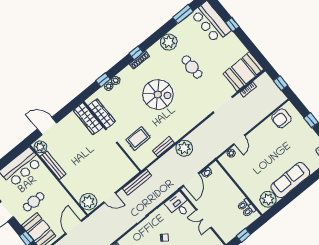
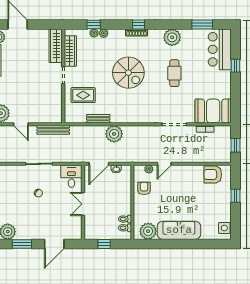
armchair: (239, 170) -> (144, 188), added

